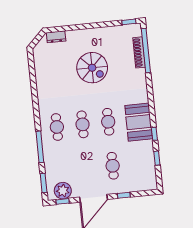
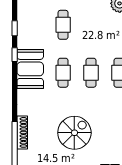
shoe rack: (139, 52) -> (22, 132), moved
spiral stairs: (92, 68) -> (74, 133), turned 90

